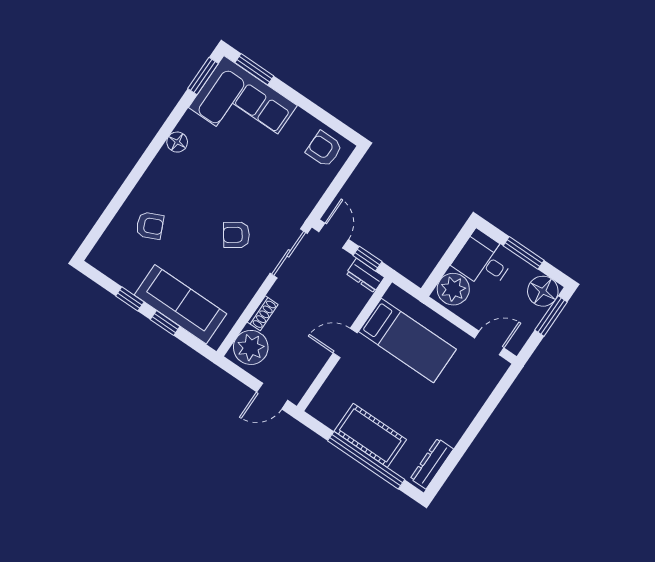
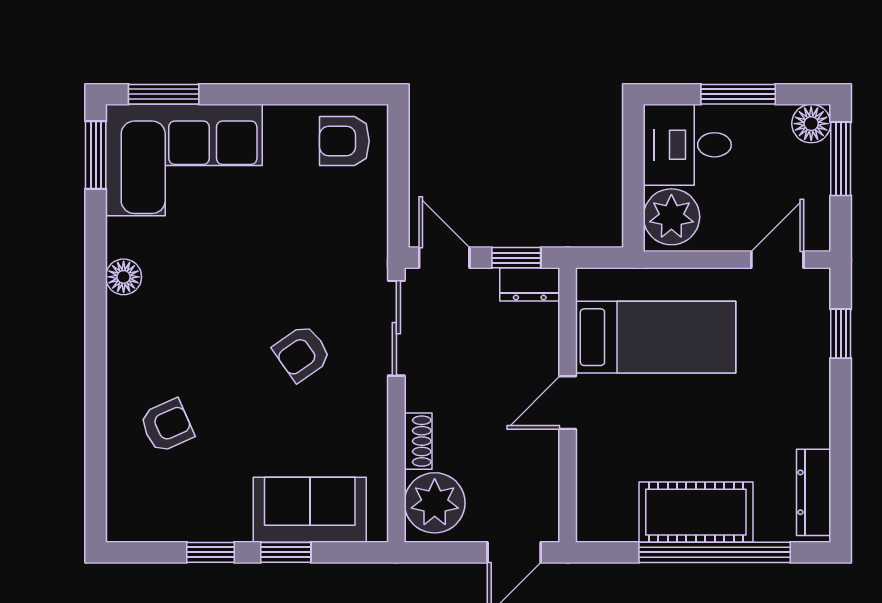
floor lamp: (543, 291) -> (811, 124), width x0.73, depth x0.73
sofa: (180, 304) -> (310, 510), width x0.73
window: (495, 398) -> (841, 334), added

